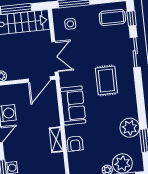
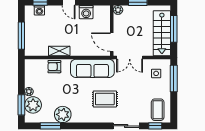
sofa: (73, 106) -> (92, 68), width x1.36

